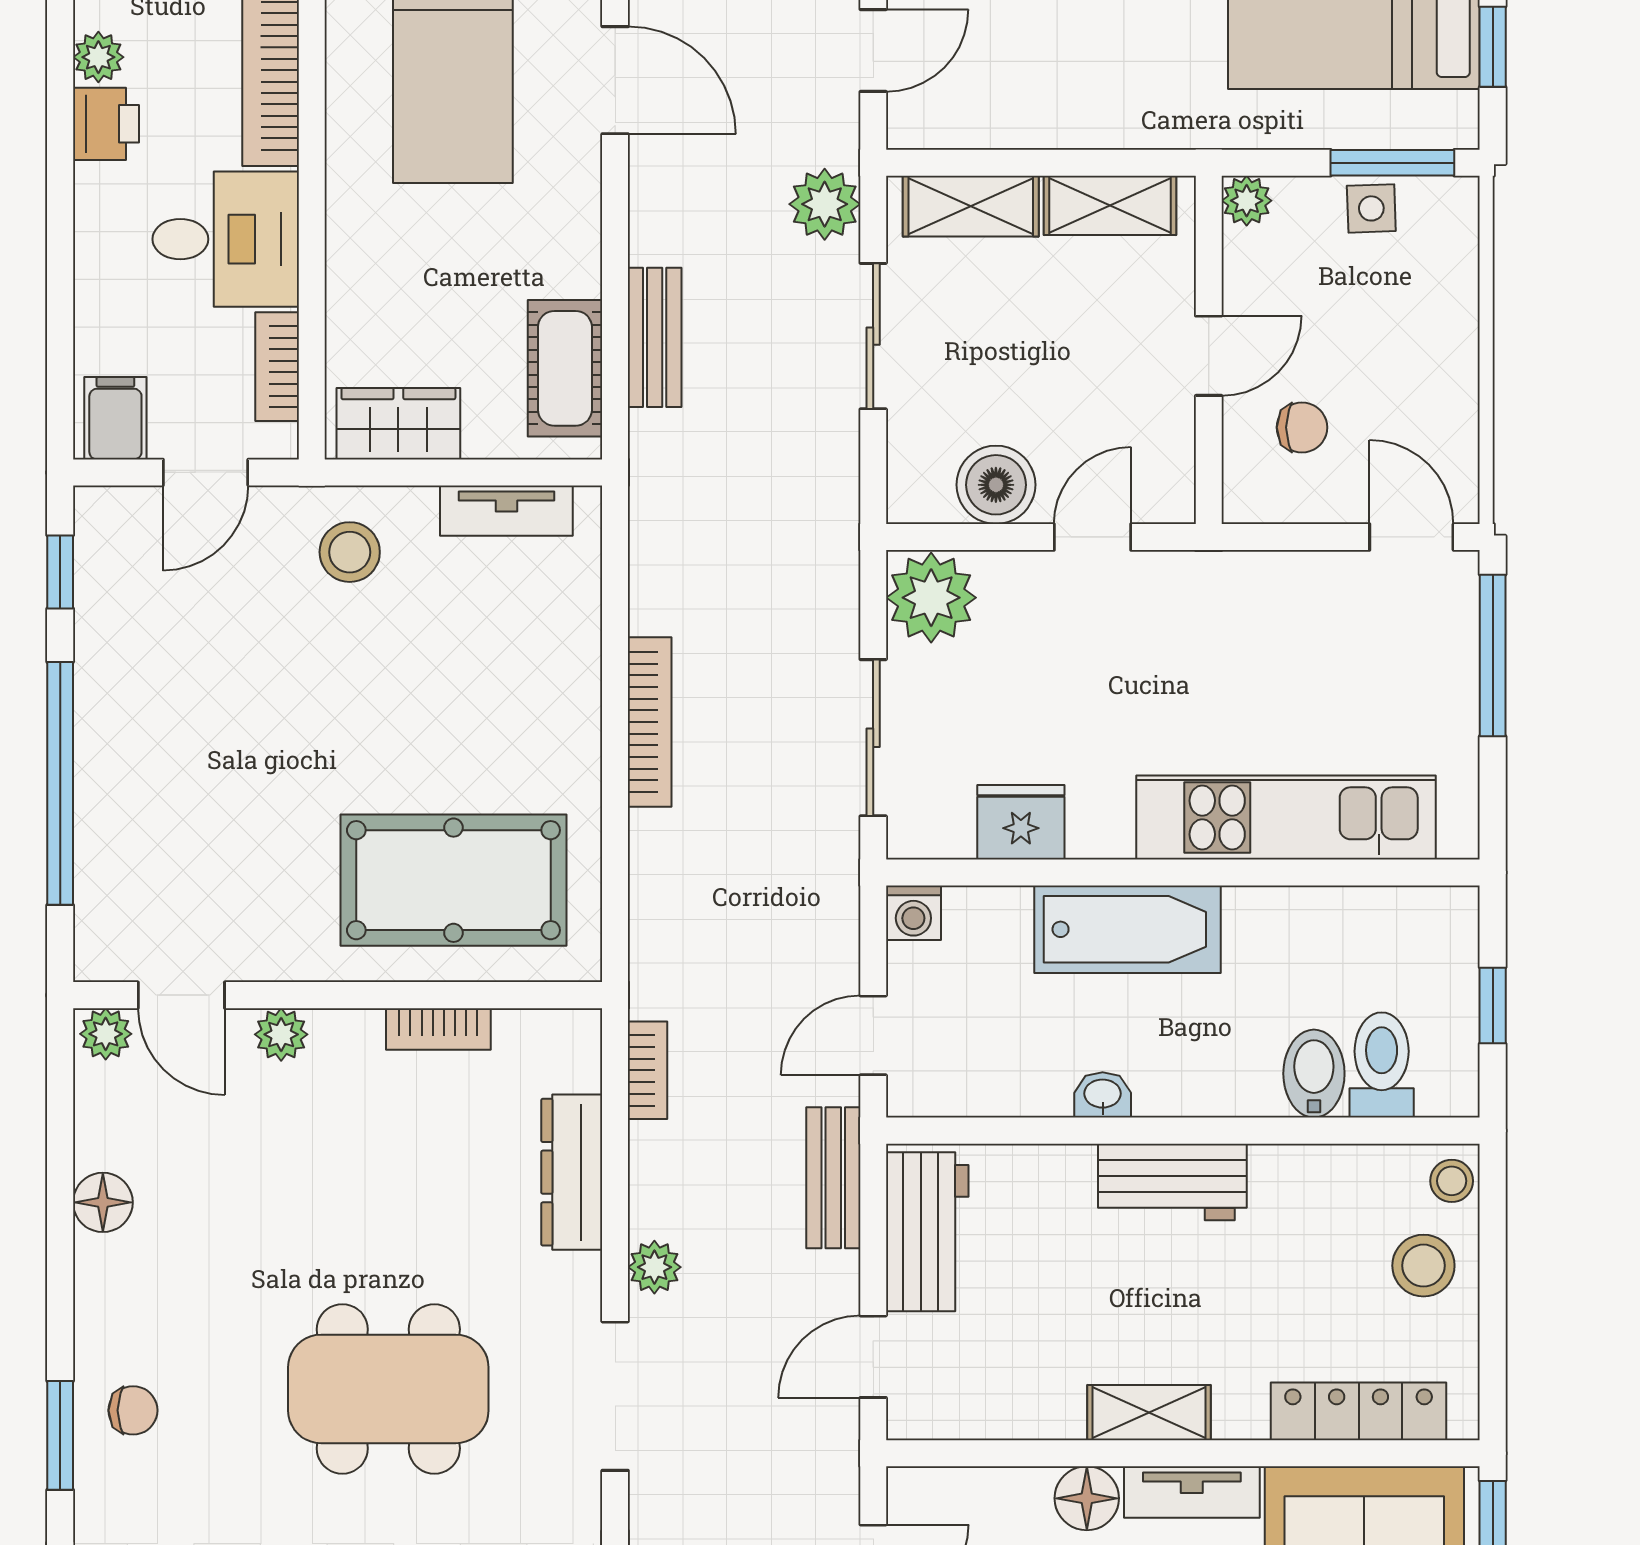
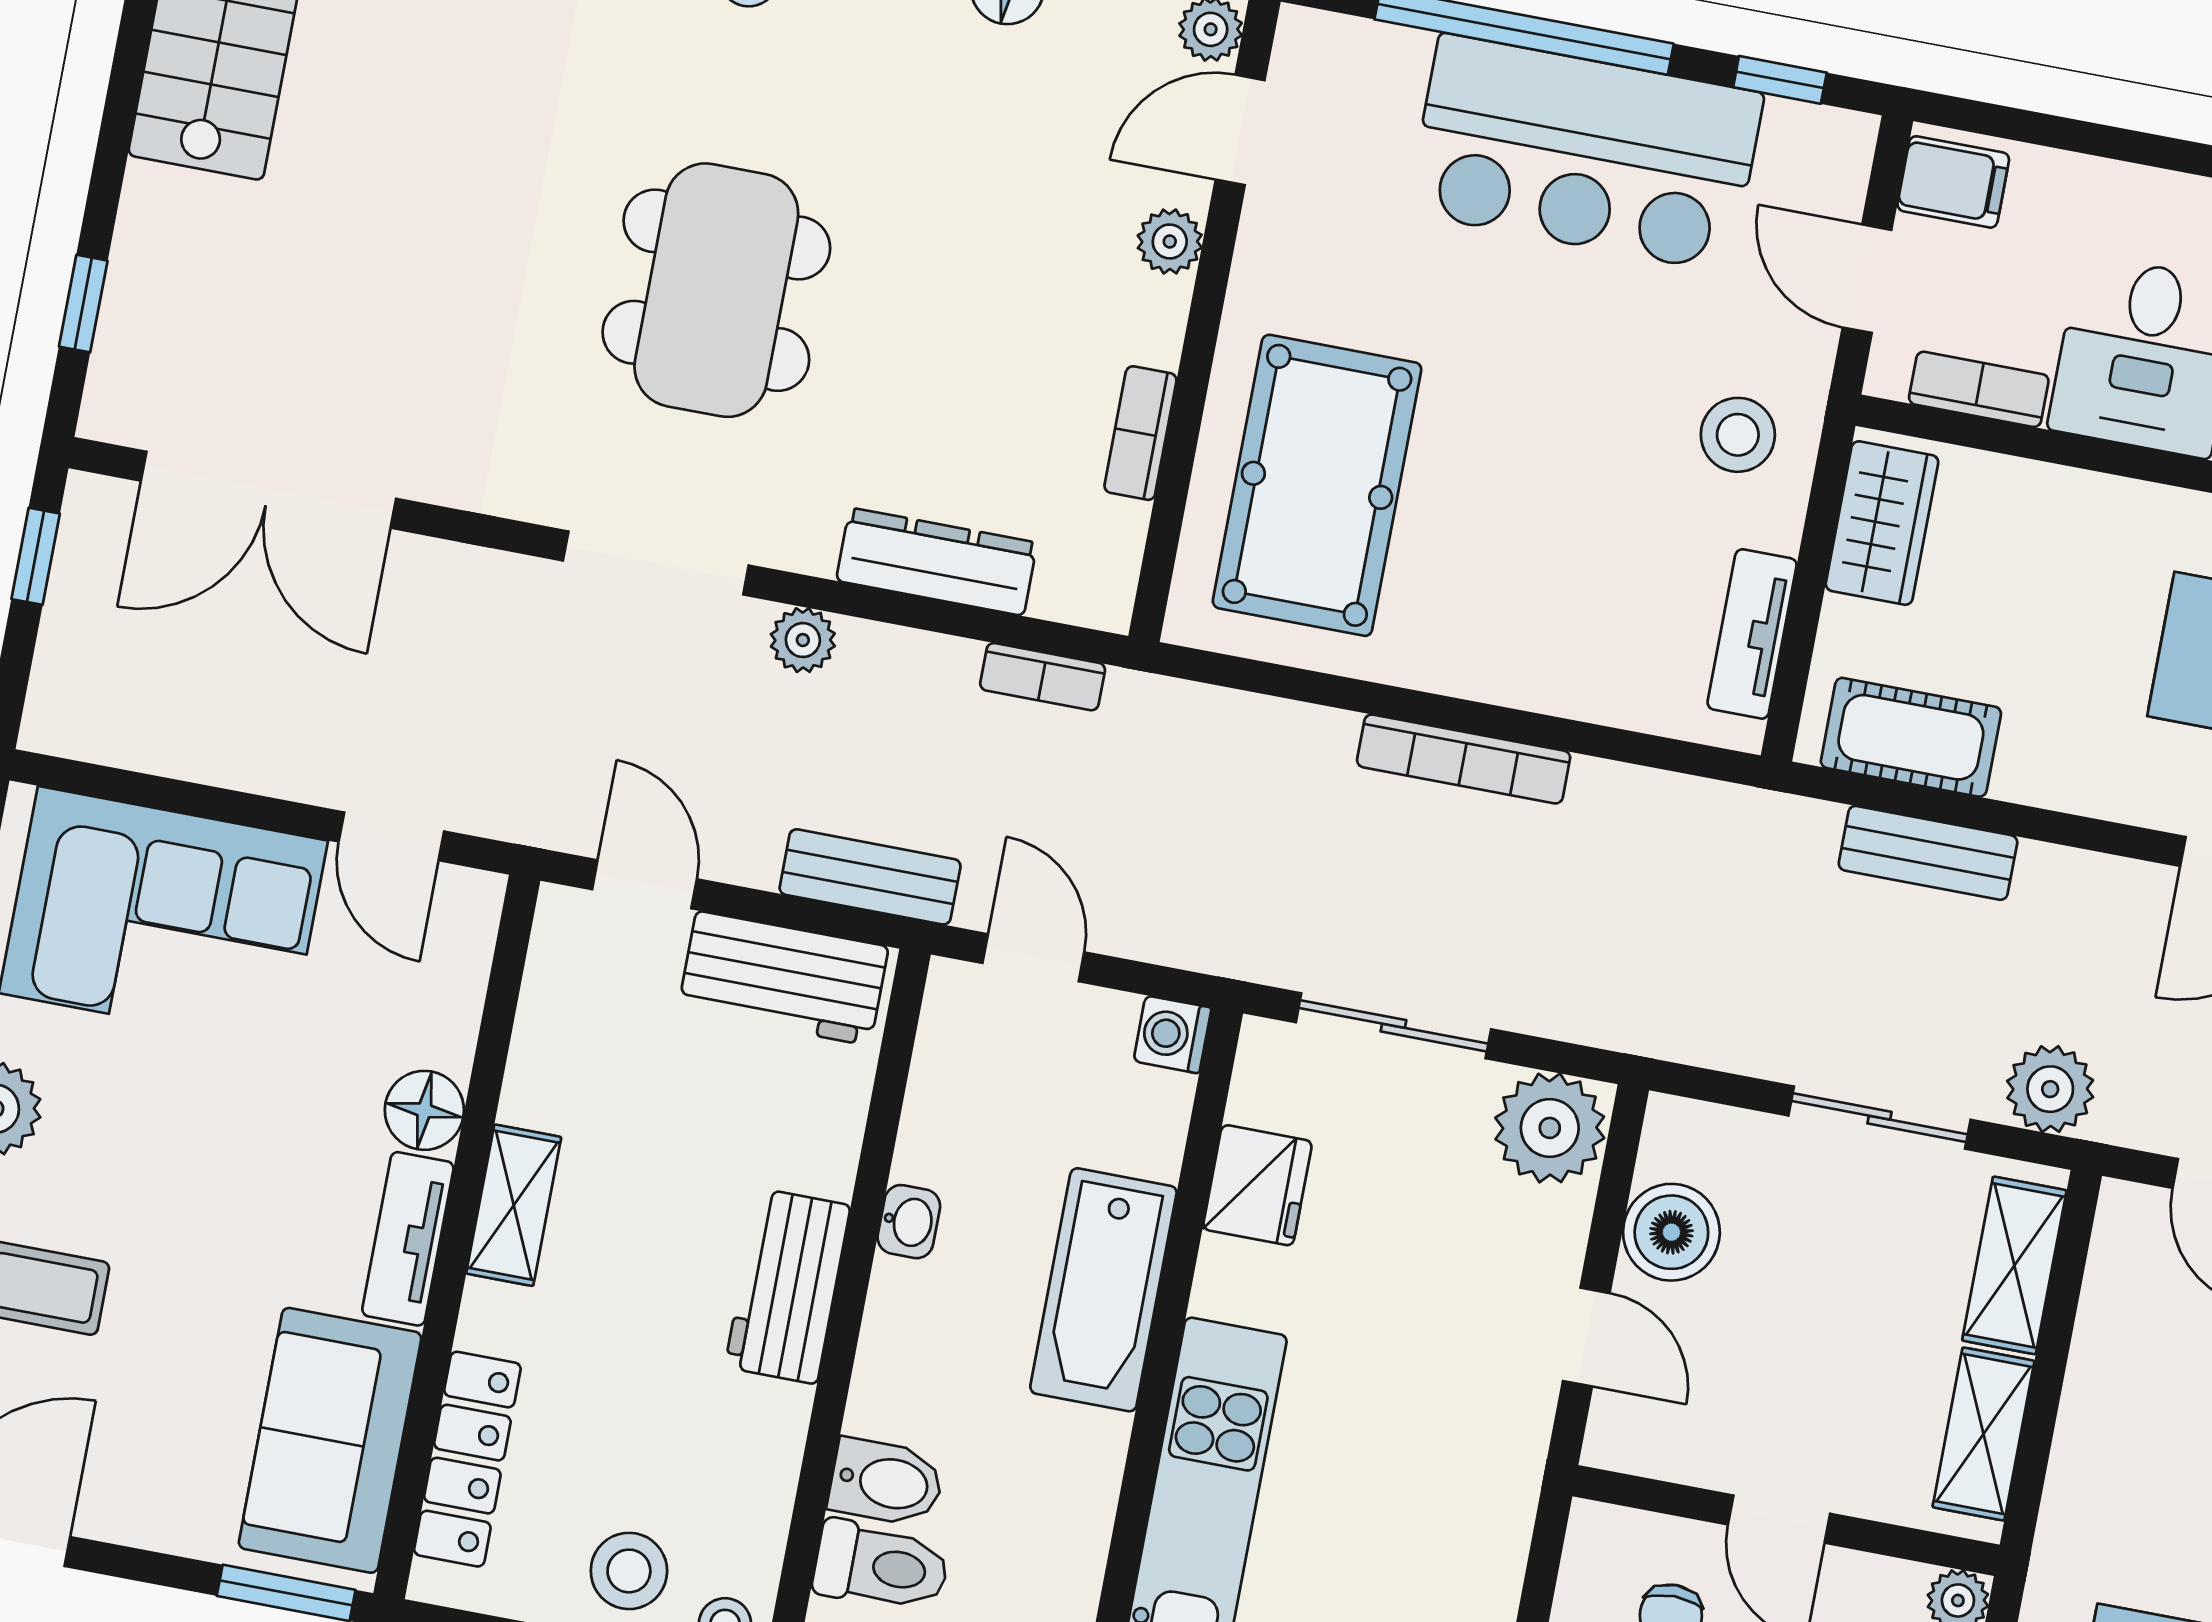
bar counter: (148, 716) -> (1585, 153), added

